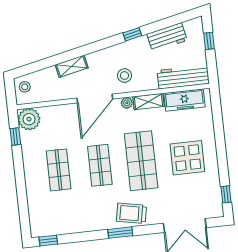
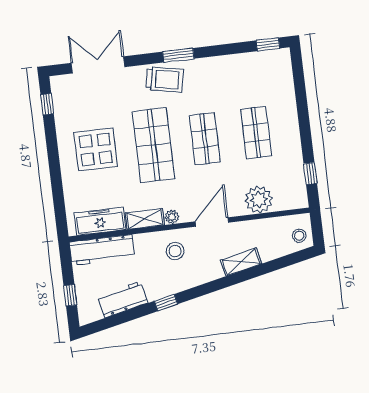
door: (95, 99) -> (212, 222), width x0.73
plant: (29, 119) -> (259, 200), moved

